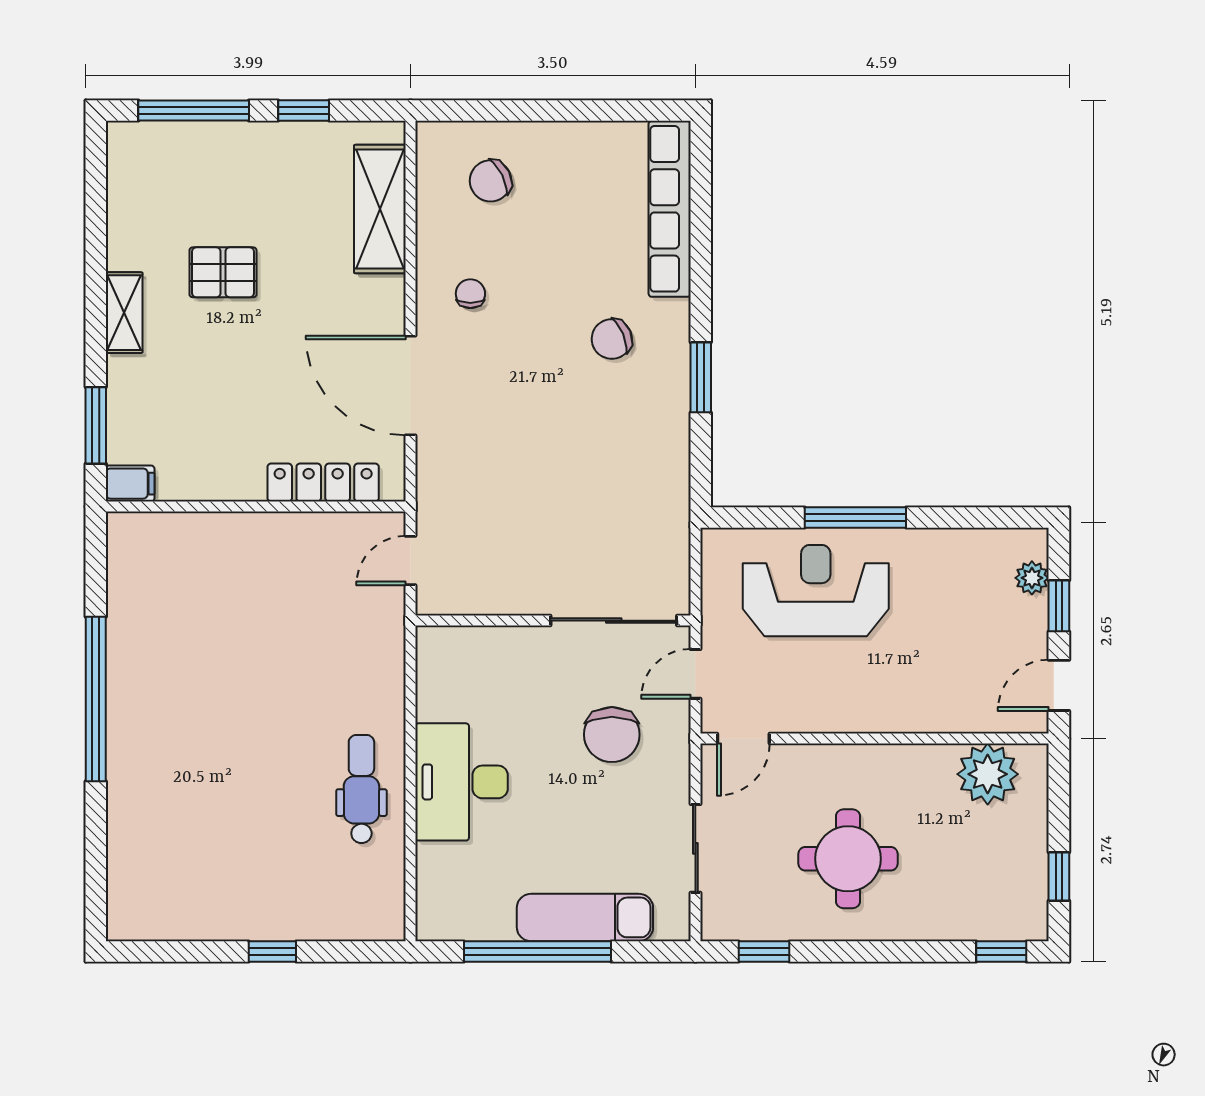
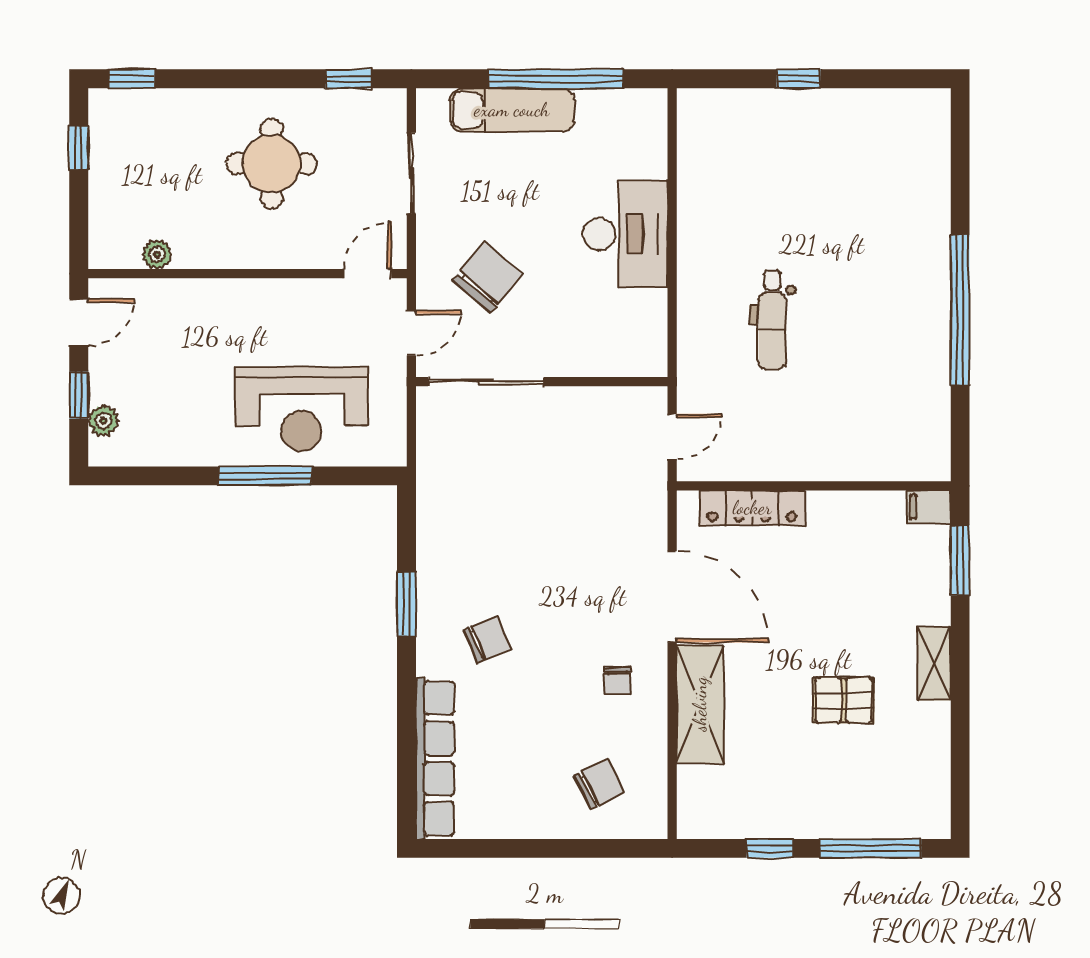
shelving: (380, 209) -> (700, 704), moved
chair: (612, 735) -> (488, 277), turned 41
plant: (988, 774) -> (157, 254), width x0.53, depth x0.53
dental chair: (361, 789) -> (772, 320), moved

